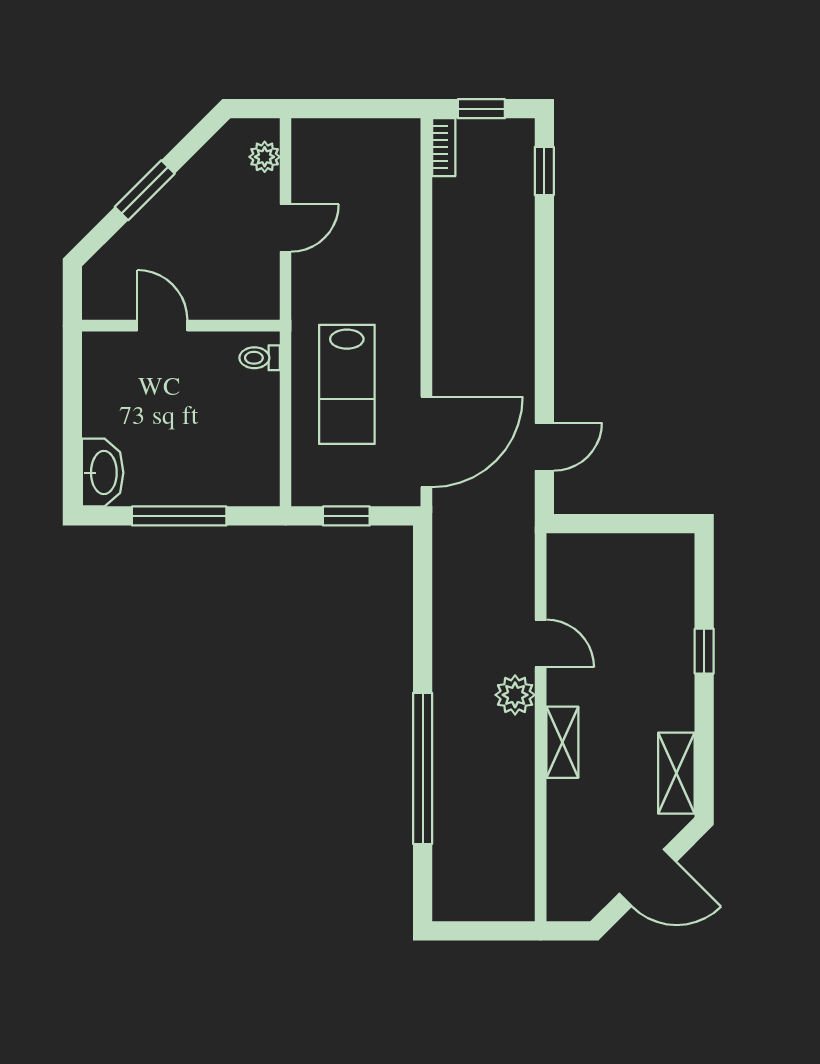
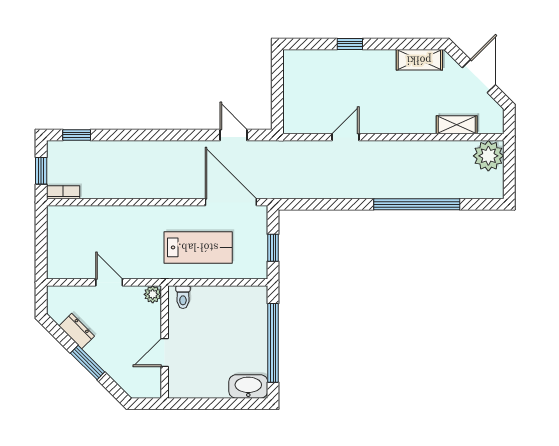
plant: (265, 157) -> (153, 294), moved
dresser: (200, 171) -> (77, 331), added
window: (179, 516) -> (273, 343), width x1.46
plant: (515, 695) -> (488, 156), moved, width x1.36, depth x1.36
shelving: (562, 742) -> (457, 125), moved

